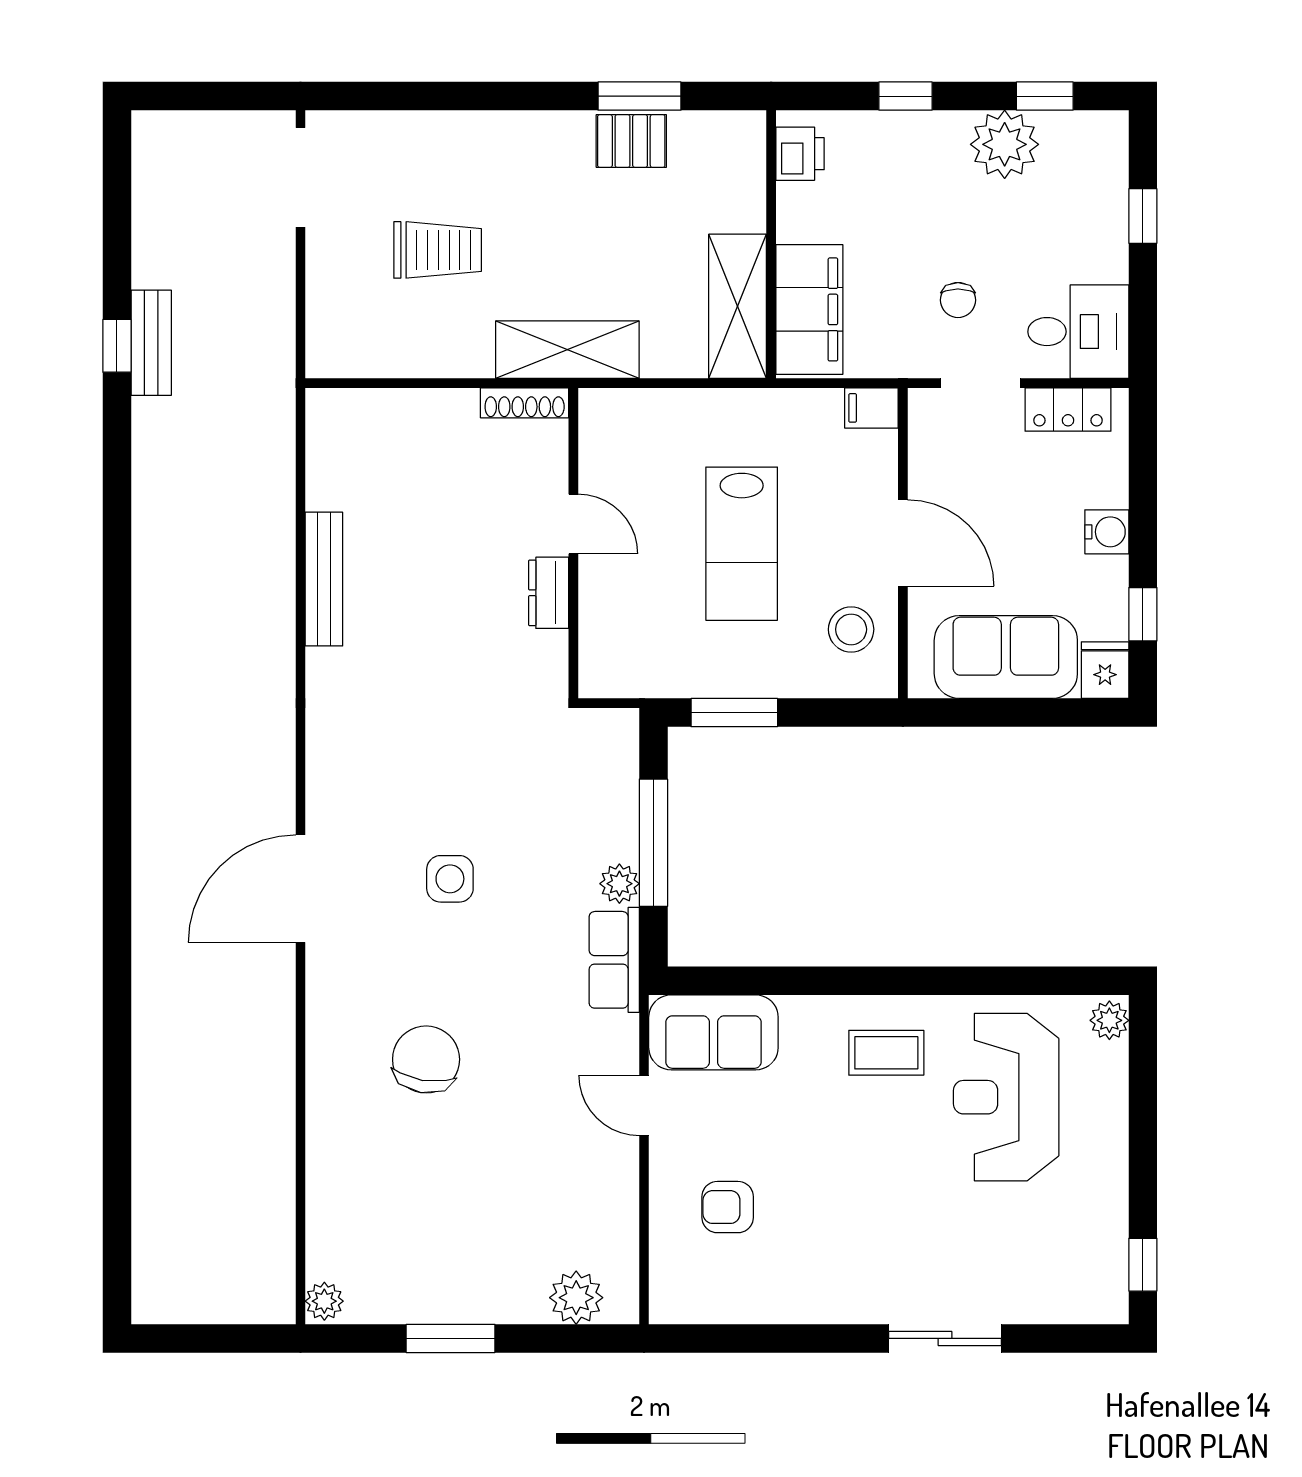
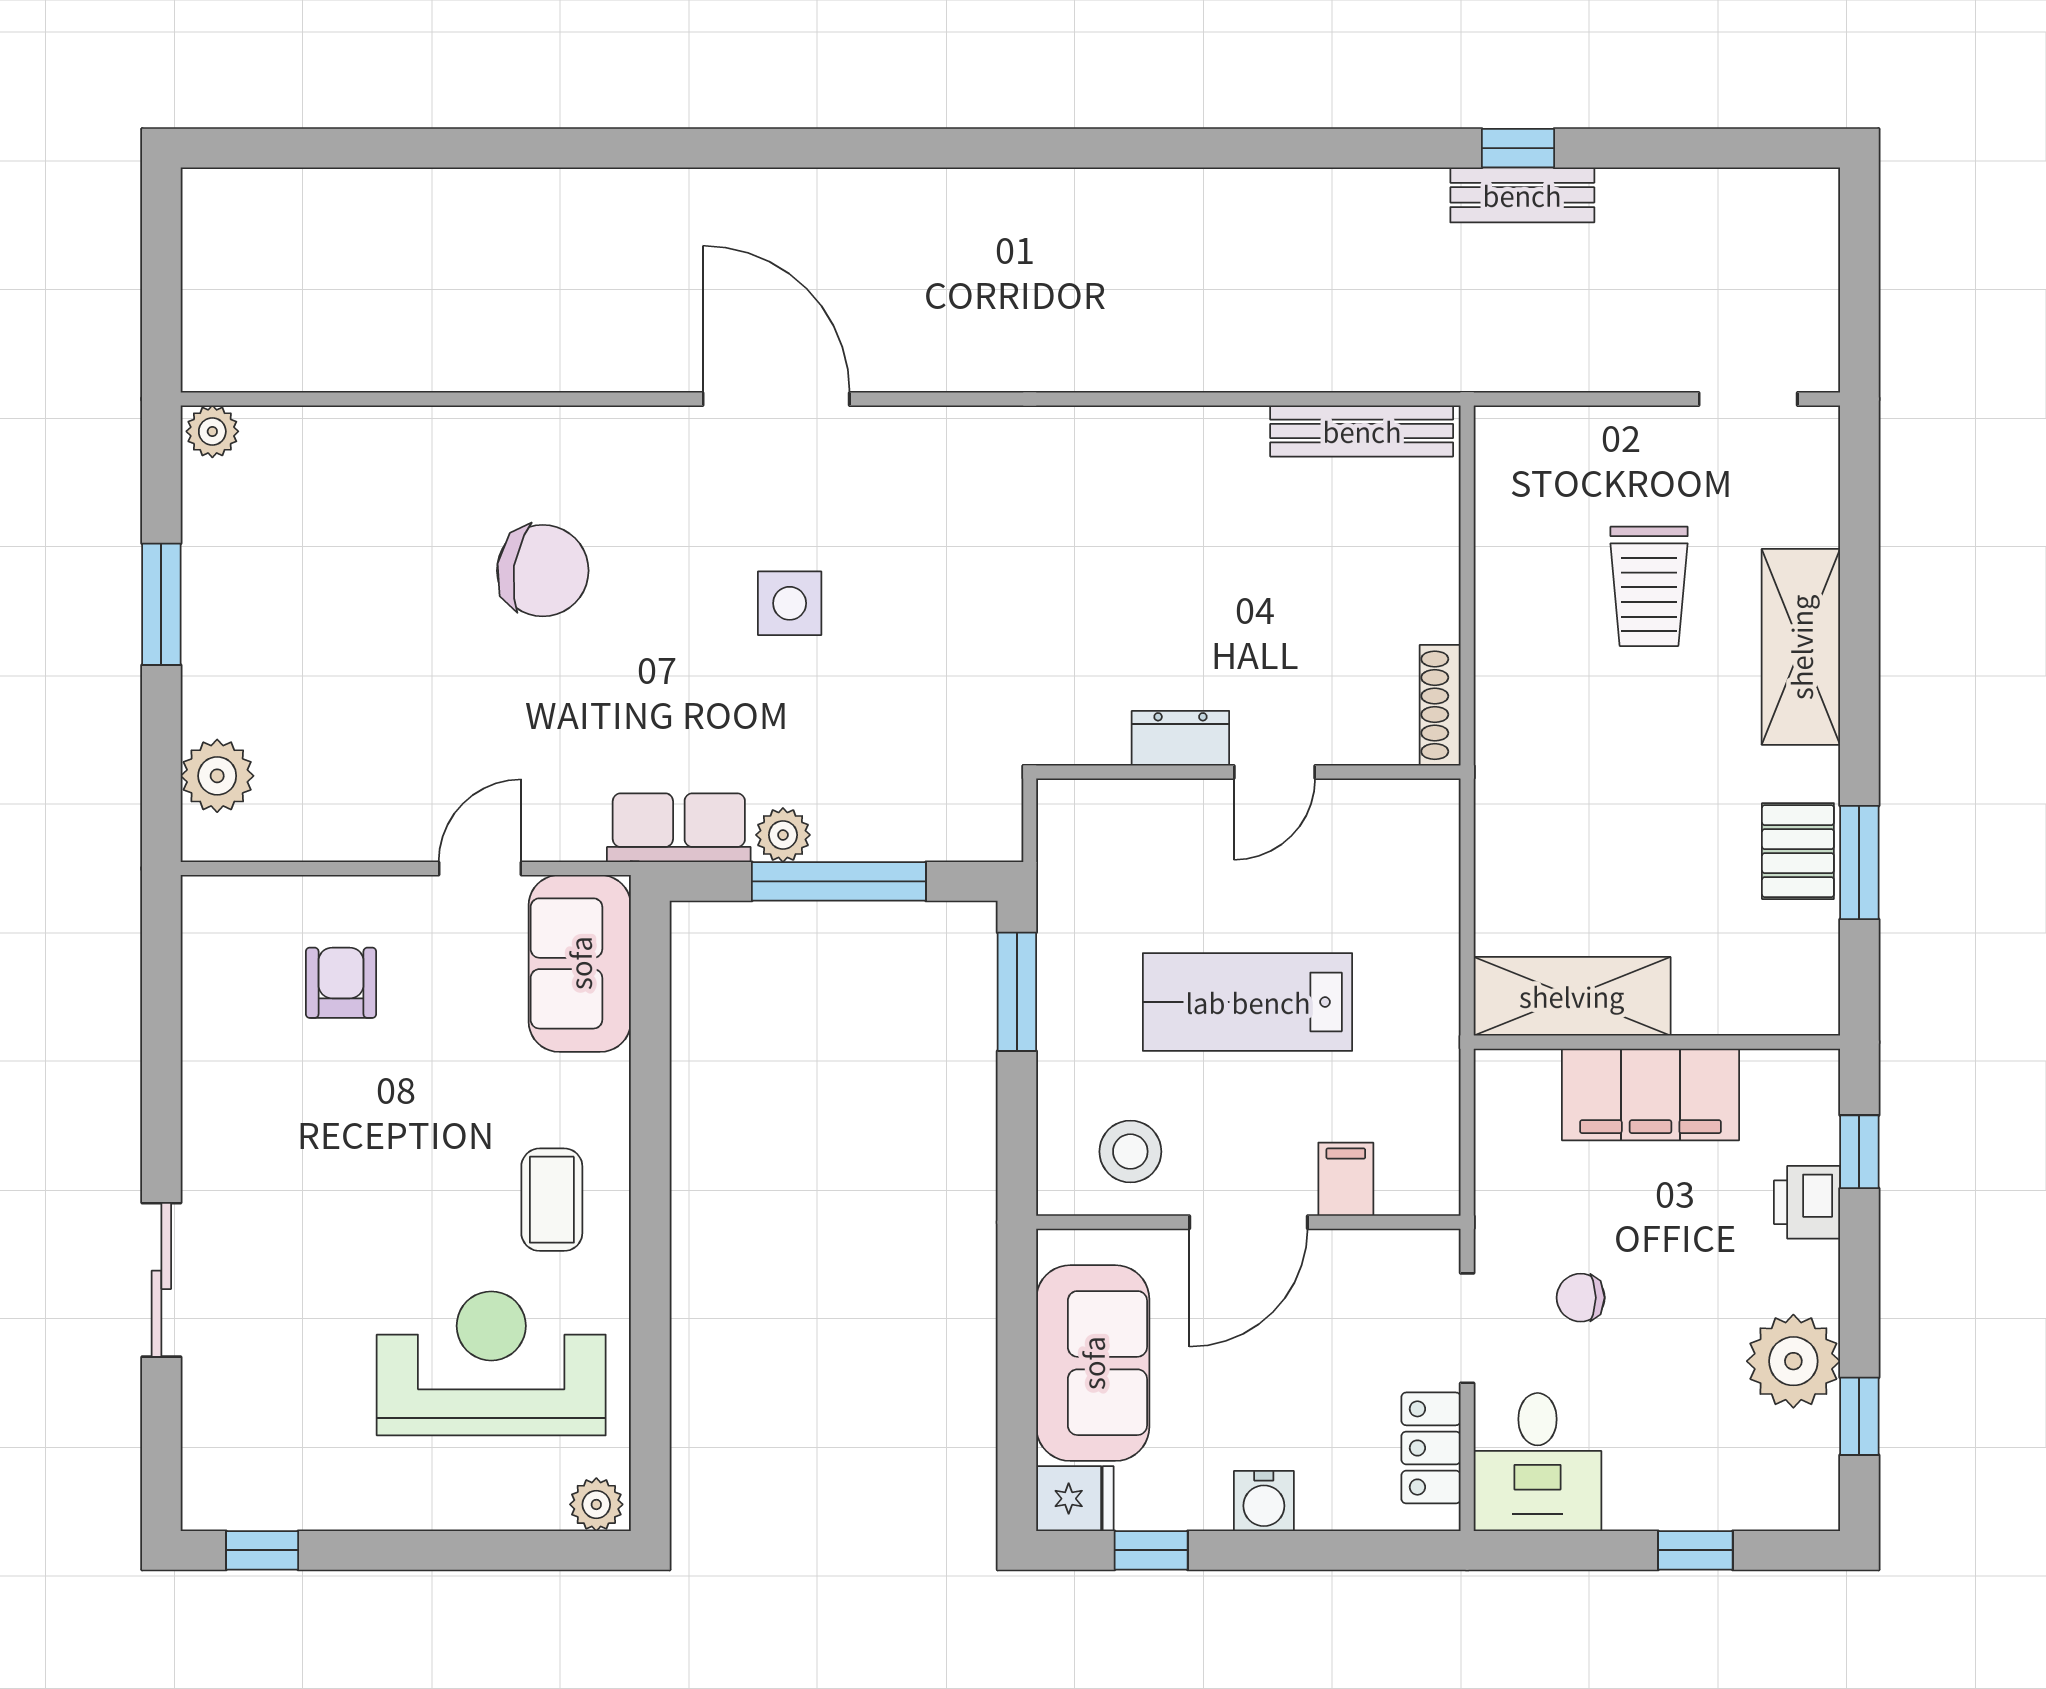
window: (906, 96) -> (1859, 1152), moved
printer: (800, 154) -> (1807, 1202), moved, turned 90
doorway: (300, 177) -> (1748, 399), width x0.73
filing cabinet: (809, 309) -> (1651, 1095), moved
shelving: (567, 350) -> (1801, 647), moved
filing cabinet: (871, 408) -> (1346, 1179), moved
bench: (324, 579) -> (1362, 431), moved

